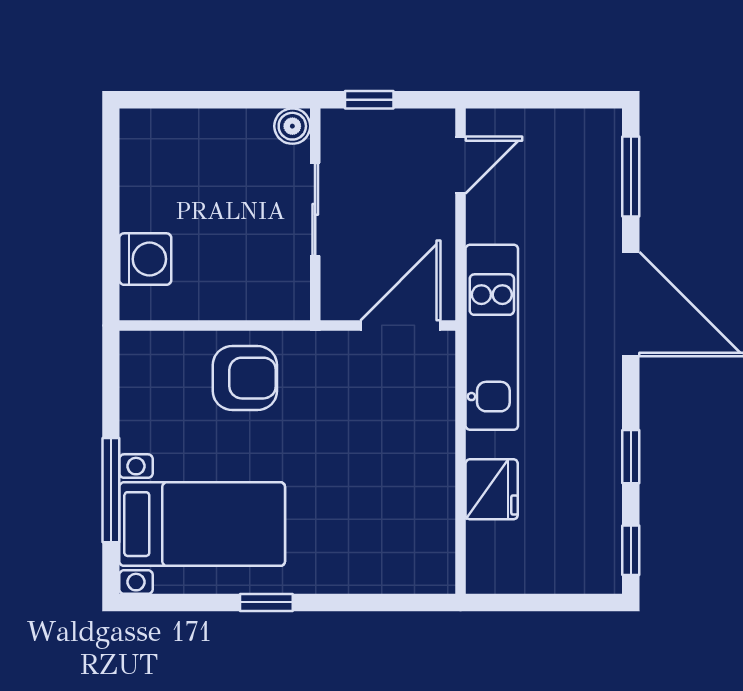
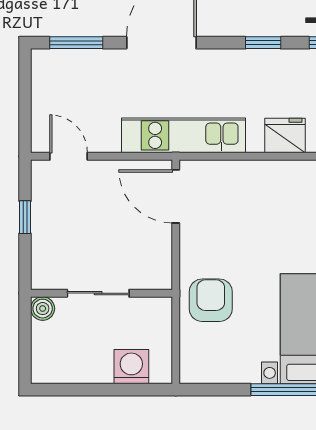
boiler: (292, 126) -> (43, 309), moved
sliding door: (315, 209) -> (98, 293), moved
wall: (315, 214) -> (101, 293), moved

